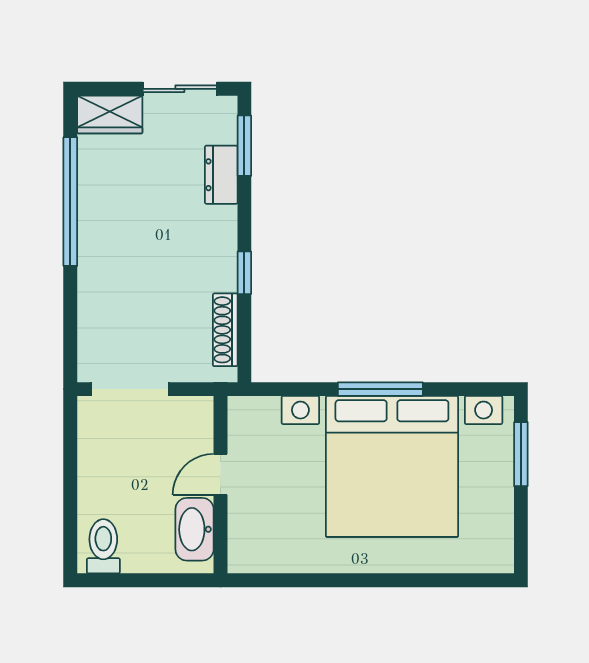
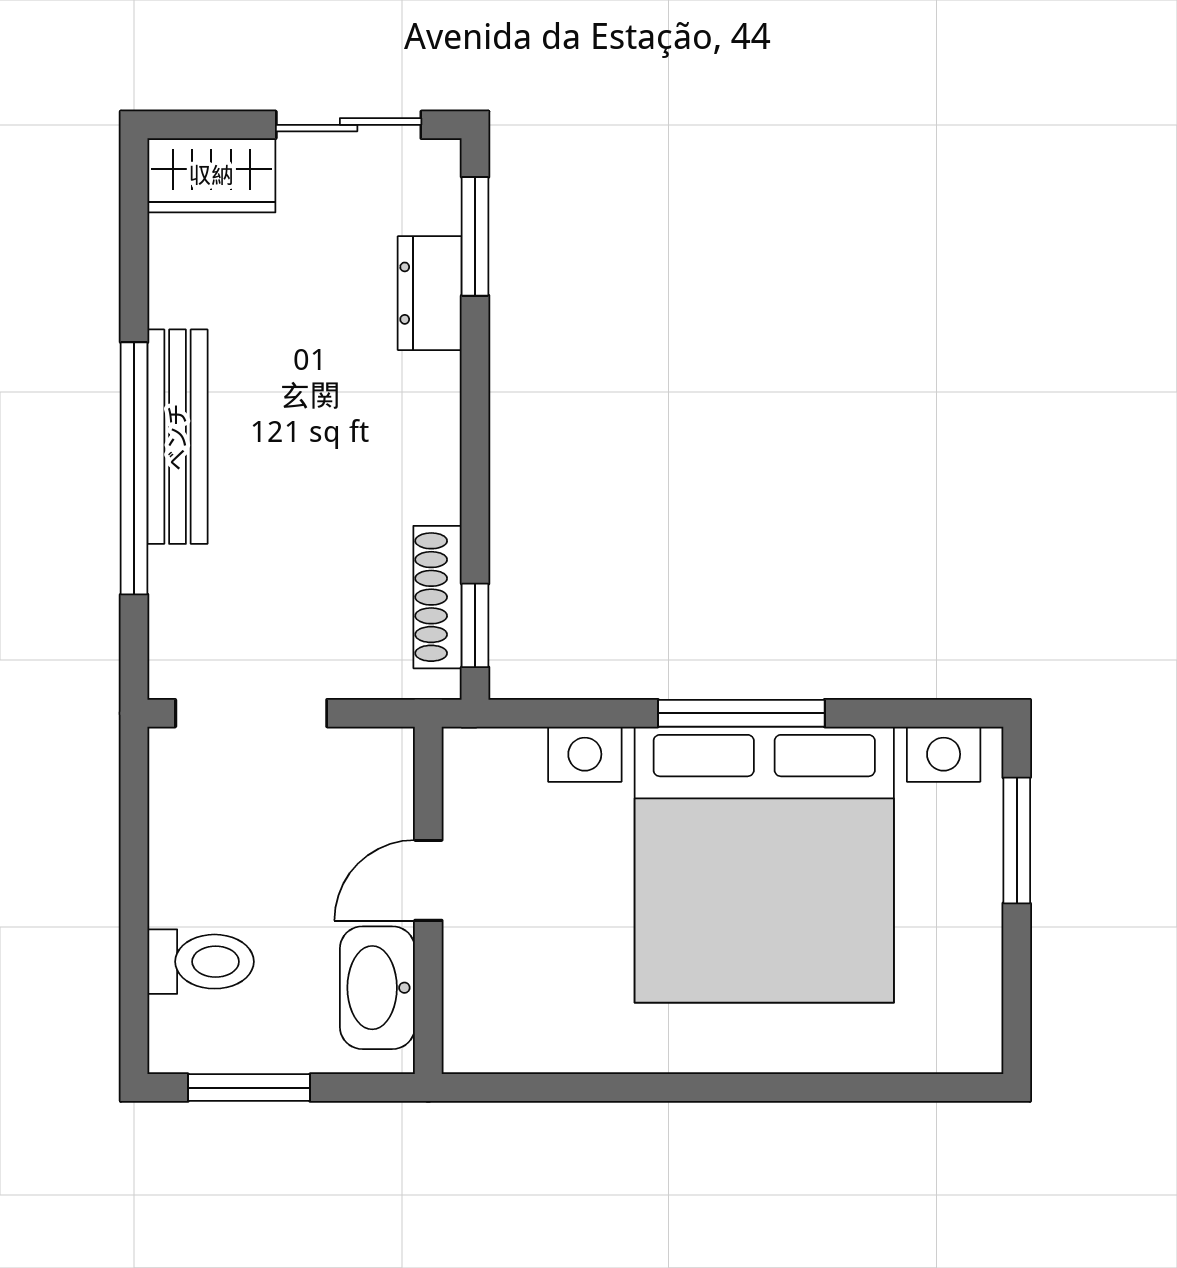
window: (70, 202) -> (134, 468), moved
bench: (92, 248) -> (177, 437), added
window: (244, 273) -> (475, 625), moved
toilet: (103, 546) -> (201, 962), moved, turned 90
window: (129, 580) -> (249, 1088), added

